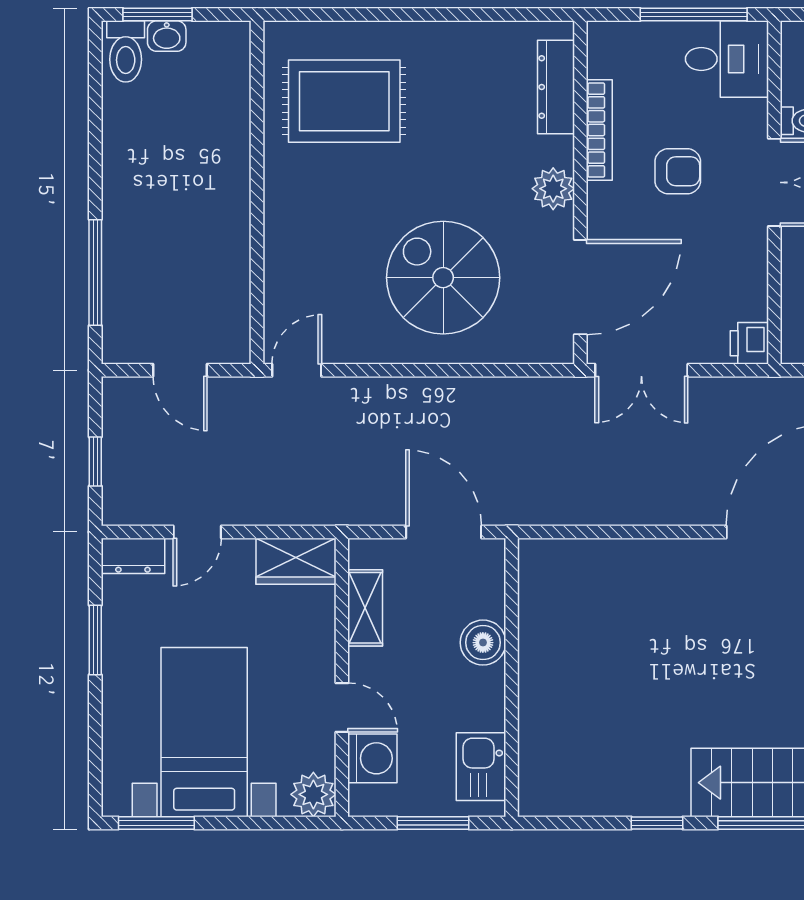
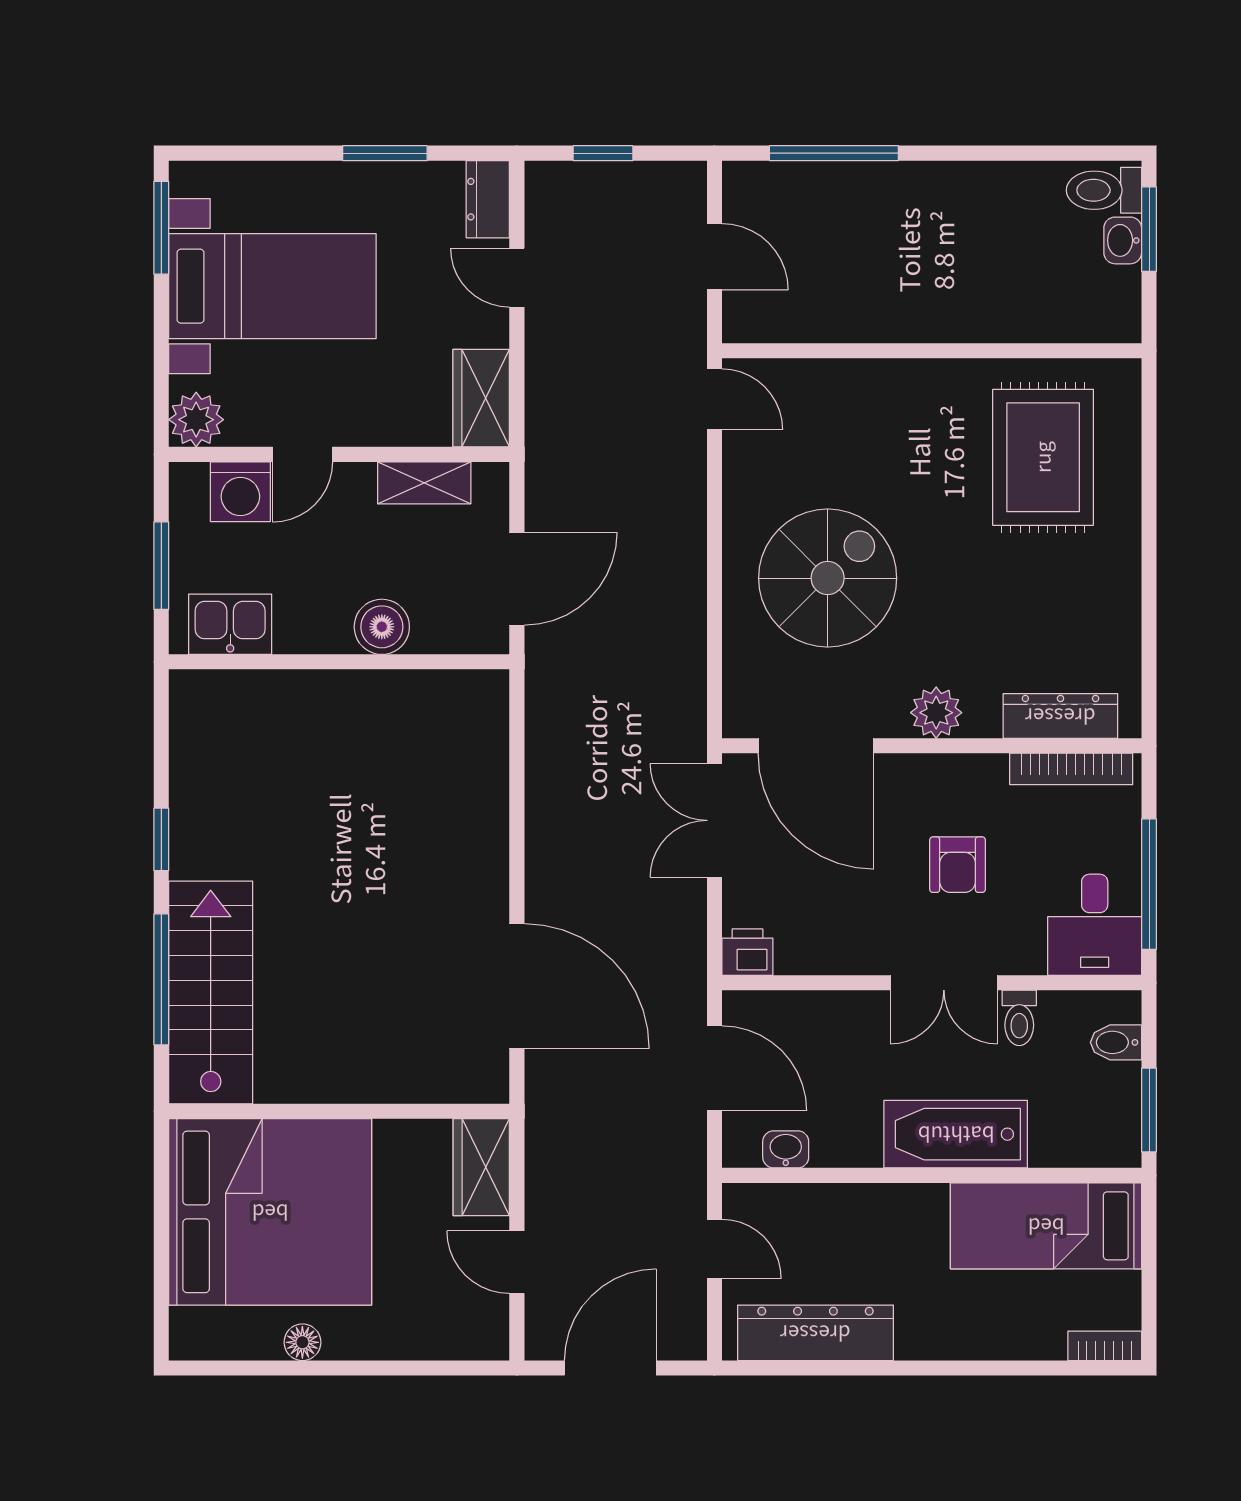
bookcase: (599, 130) -> (1071, 769), moved
door: (180, 370) -> (714, 257), swing flipped

